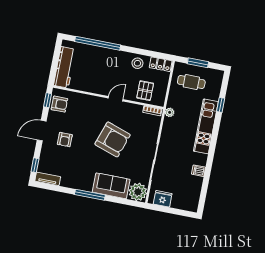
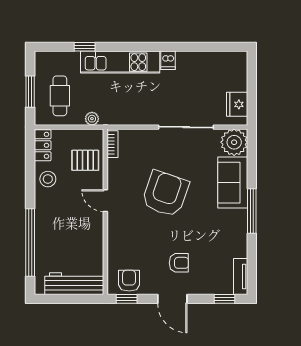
plant: (170, 112) -> (92, 119), moved
dishwasher: (199, 171) -> (168, 60), moved

